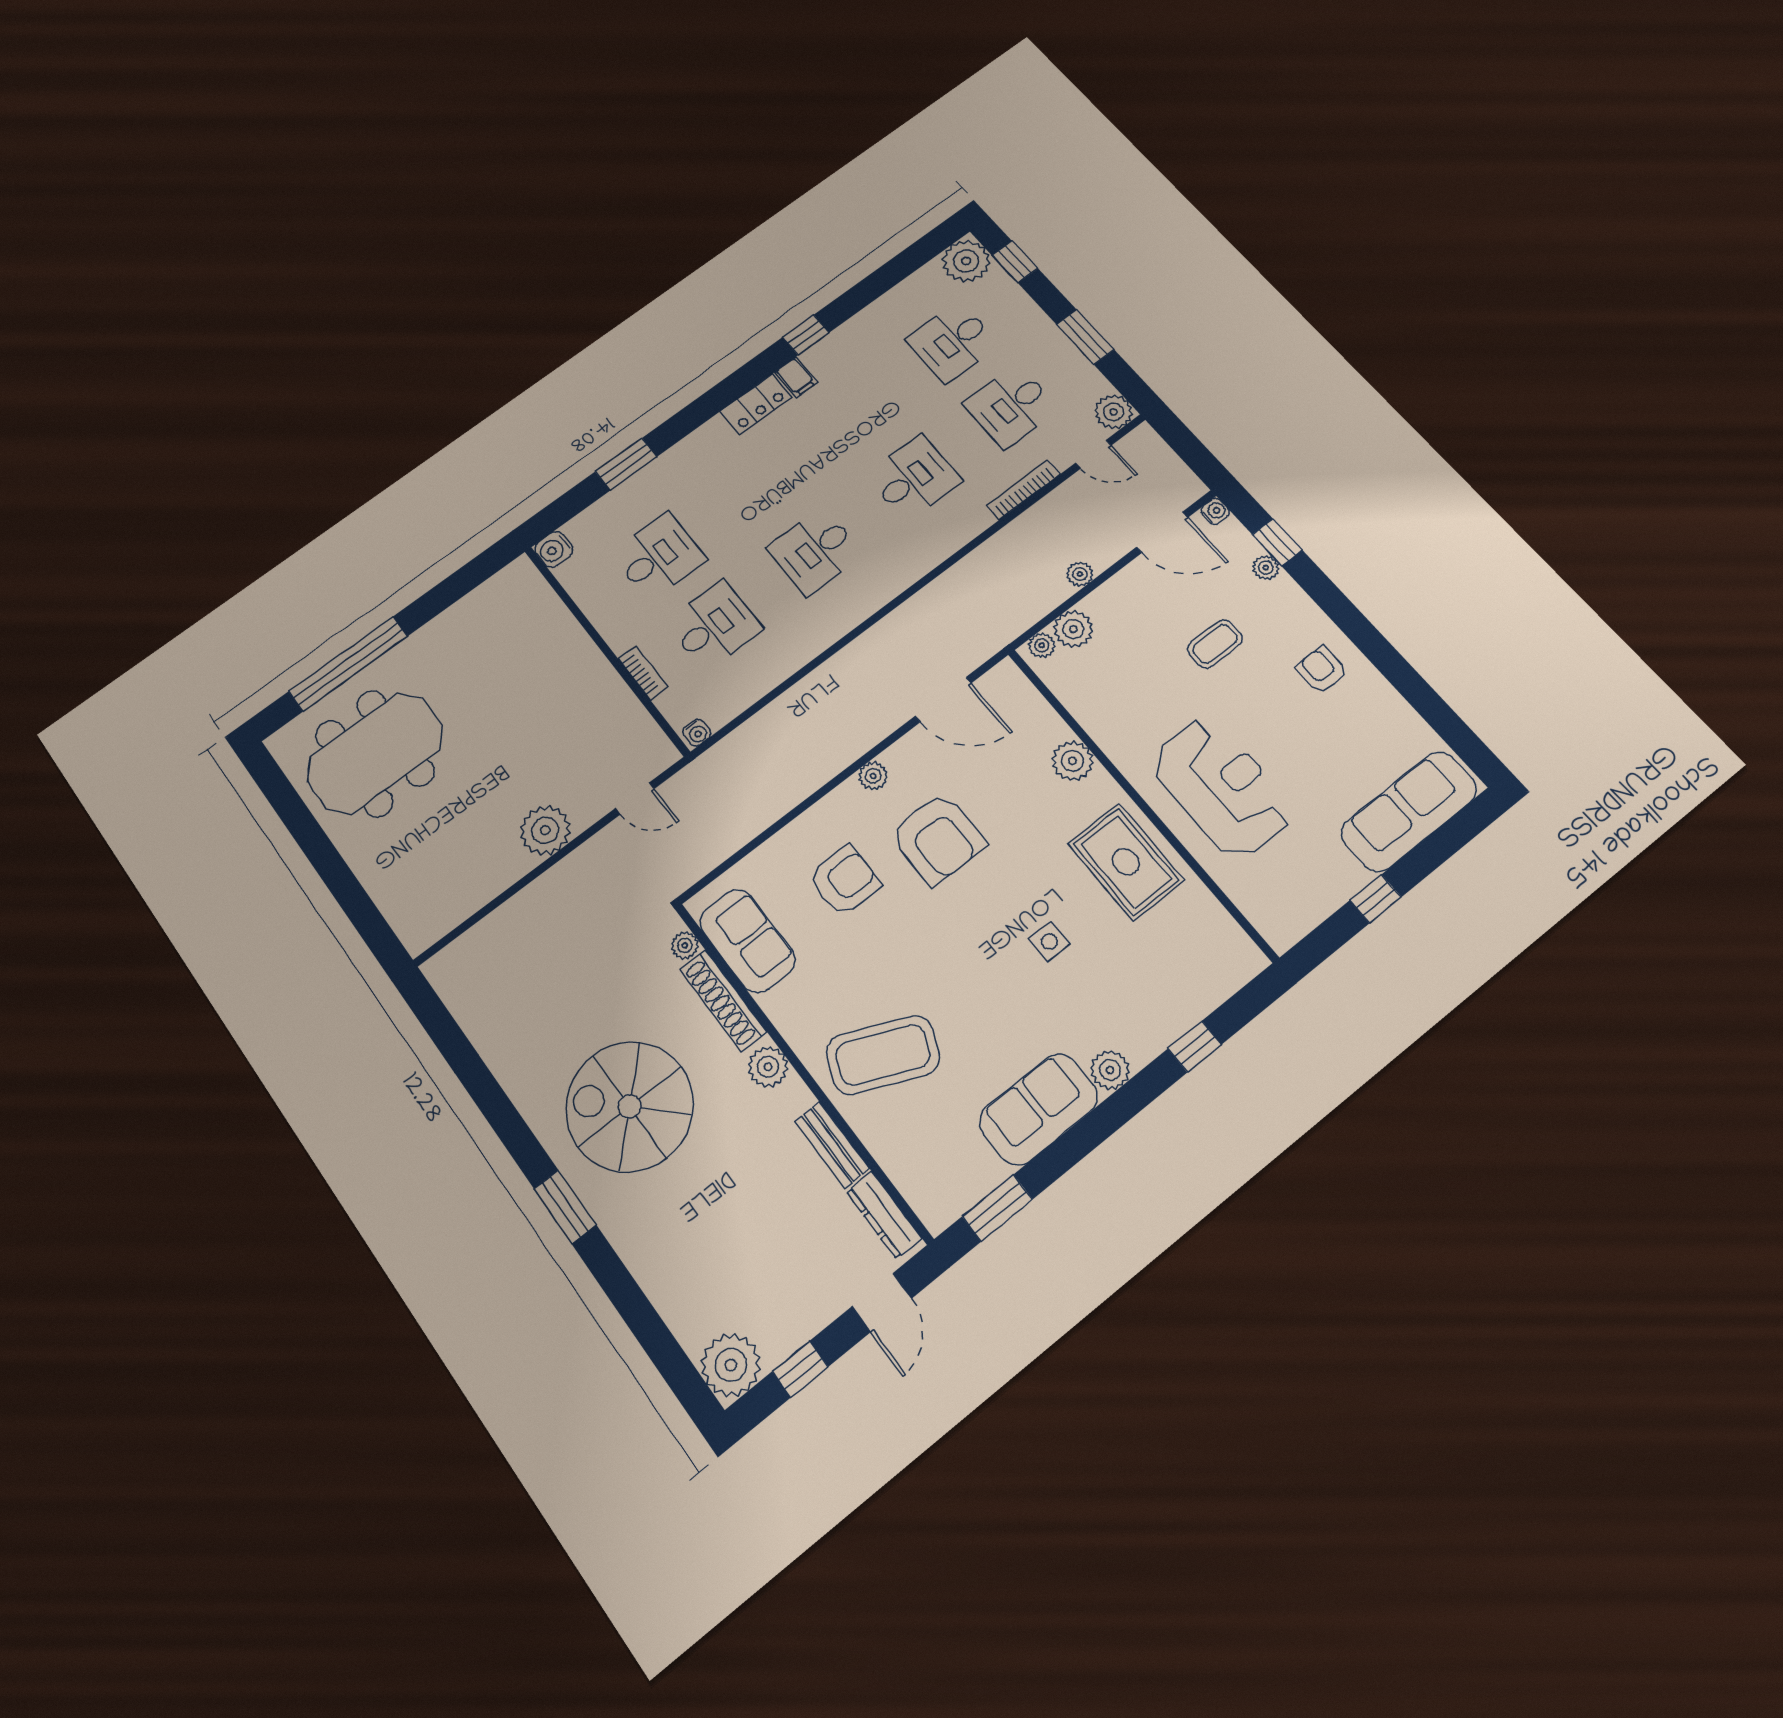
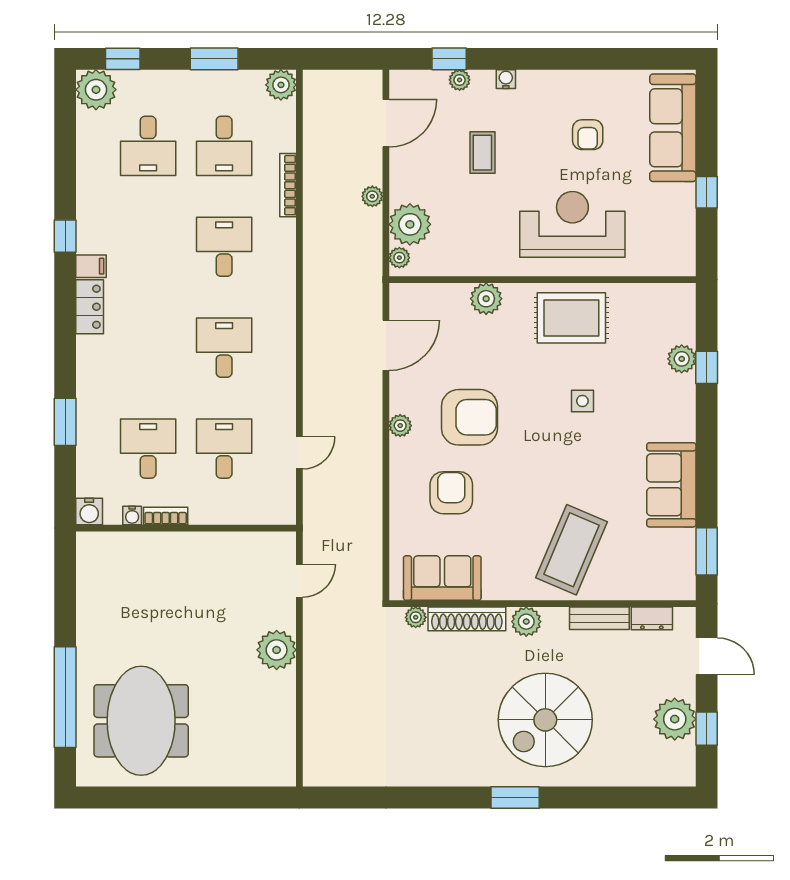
door: (1093, 454) -> (299, 453), moved
water cooler: (1215, 511) -> (506, 79), moved
desk: (815, 551) -> (224, 348), turned 180
plant: (1073, 629) -> (410, 224), width x1.36, depth x1.36
armchair: (1322, 670) -> (588, 135), moved, turned -90
bookcase: (643, 673) -> (166, 516), moved
water cooler: (697, 733) -> (132, 515), moved, turned 90
plant: (1110, 1070) -> (682, 359), moved
spiral stairs: (630, 1106) -> (545, 720), moved
dresser: (884, 1215) -> (652, 618), width x0.70
plant: (731, 1365) -> (675, 719), moved

